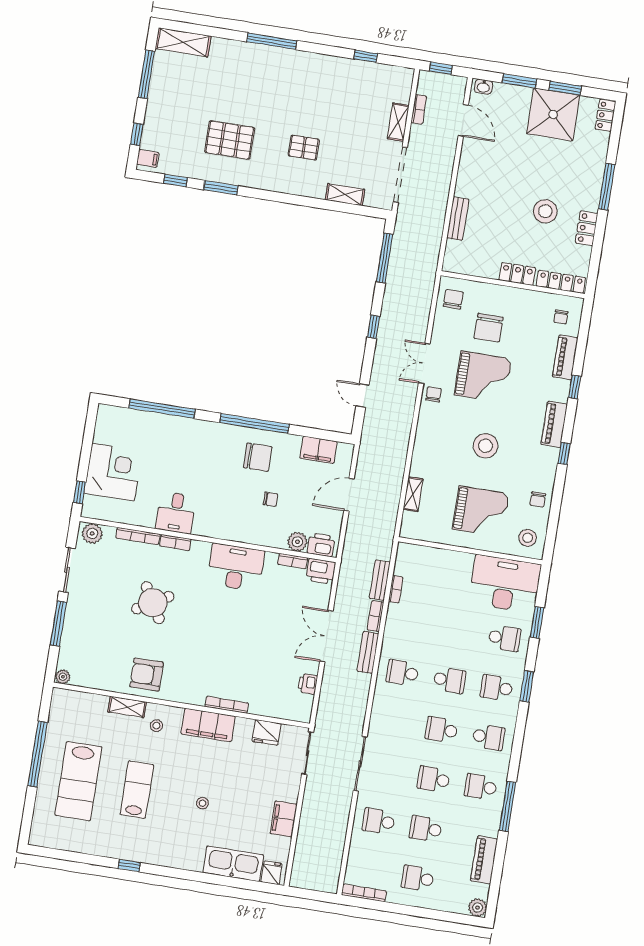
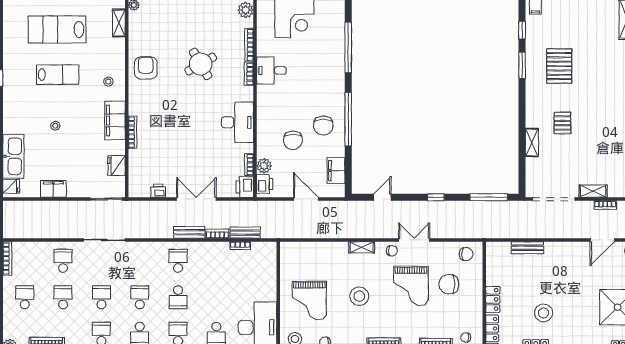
shelving: (345, 195) -> (532, 142), moved
shelving: (413, 494) -> (362, 247), moved
chair: (270, 499) -> (293, 140), width x1.87, depth x1.87
shelving: (127, 707) -> (119, 23), moved

